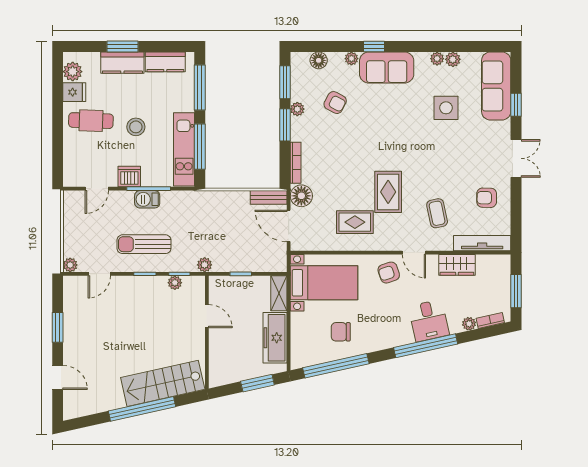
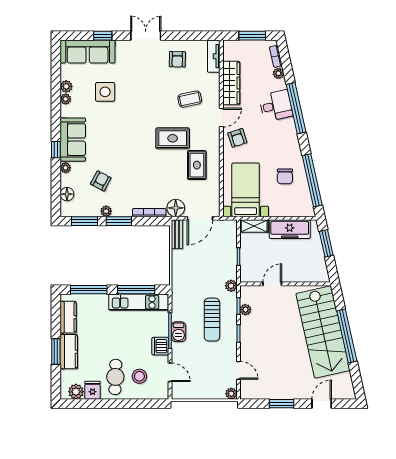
stool: (136, 127) -> (139, 376), moved
tv unit: (482, 243) -> (214, 56), width x0.71
sun lounger: (144, 244) -> (212, 320), moved
wardrobe: (457, 265) -> (231, 83), width x1.50
stairs: (163, 383) -> (323, 332), width x1.36, depth x1.51

